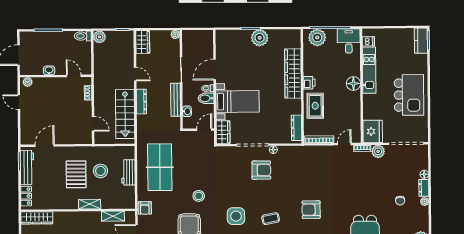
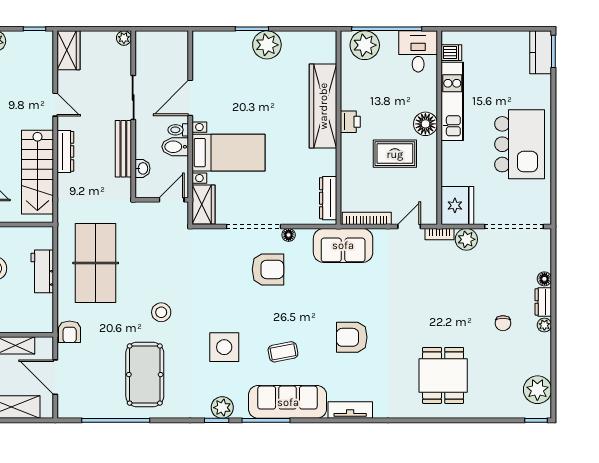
rug: (315, 106) -> (395, 154), moved, turned 90
sofa: (306, 156) -> (343, 245), added

